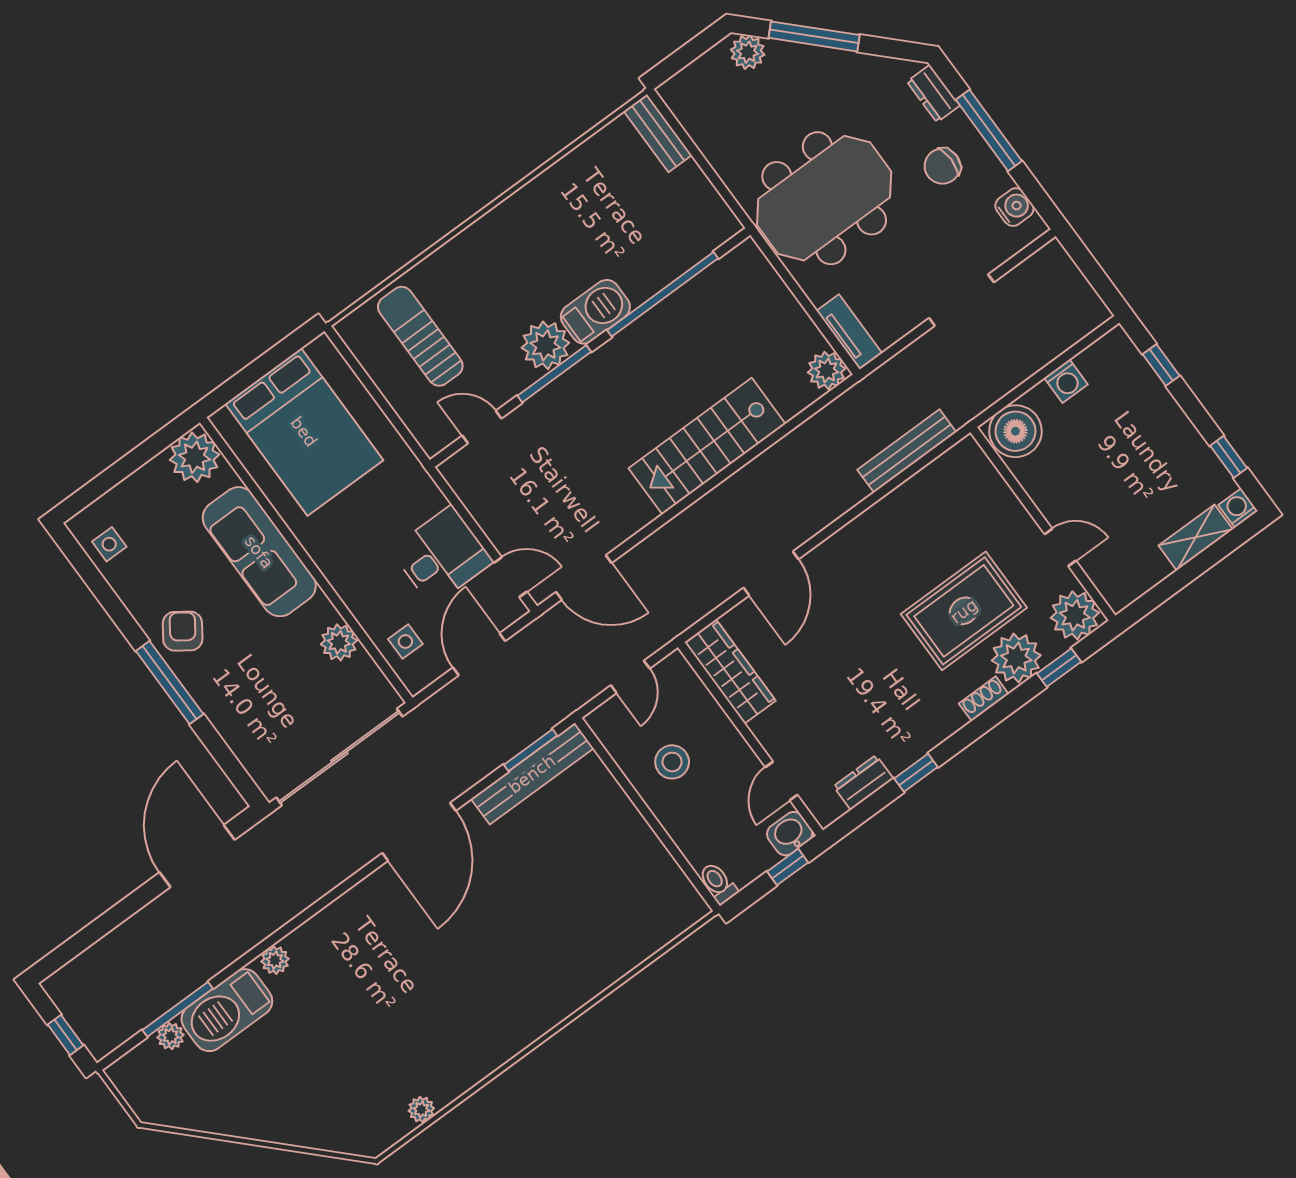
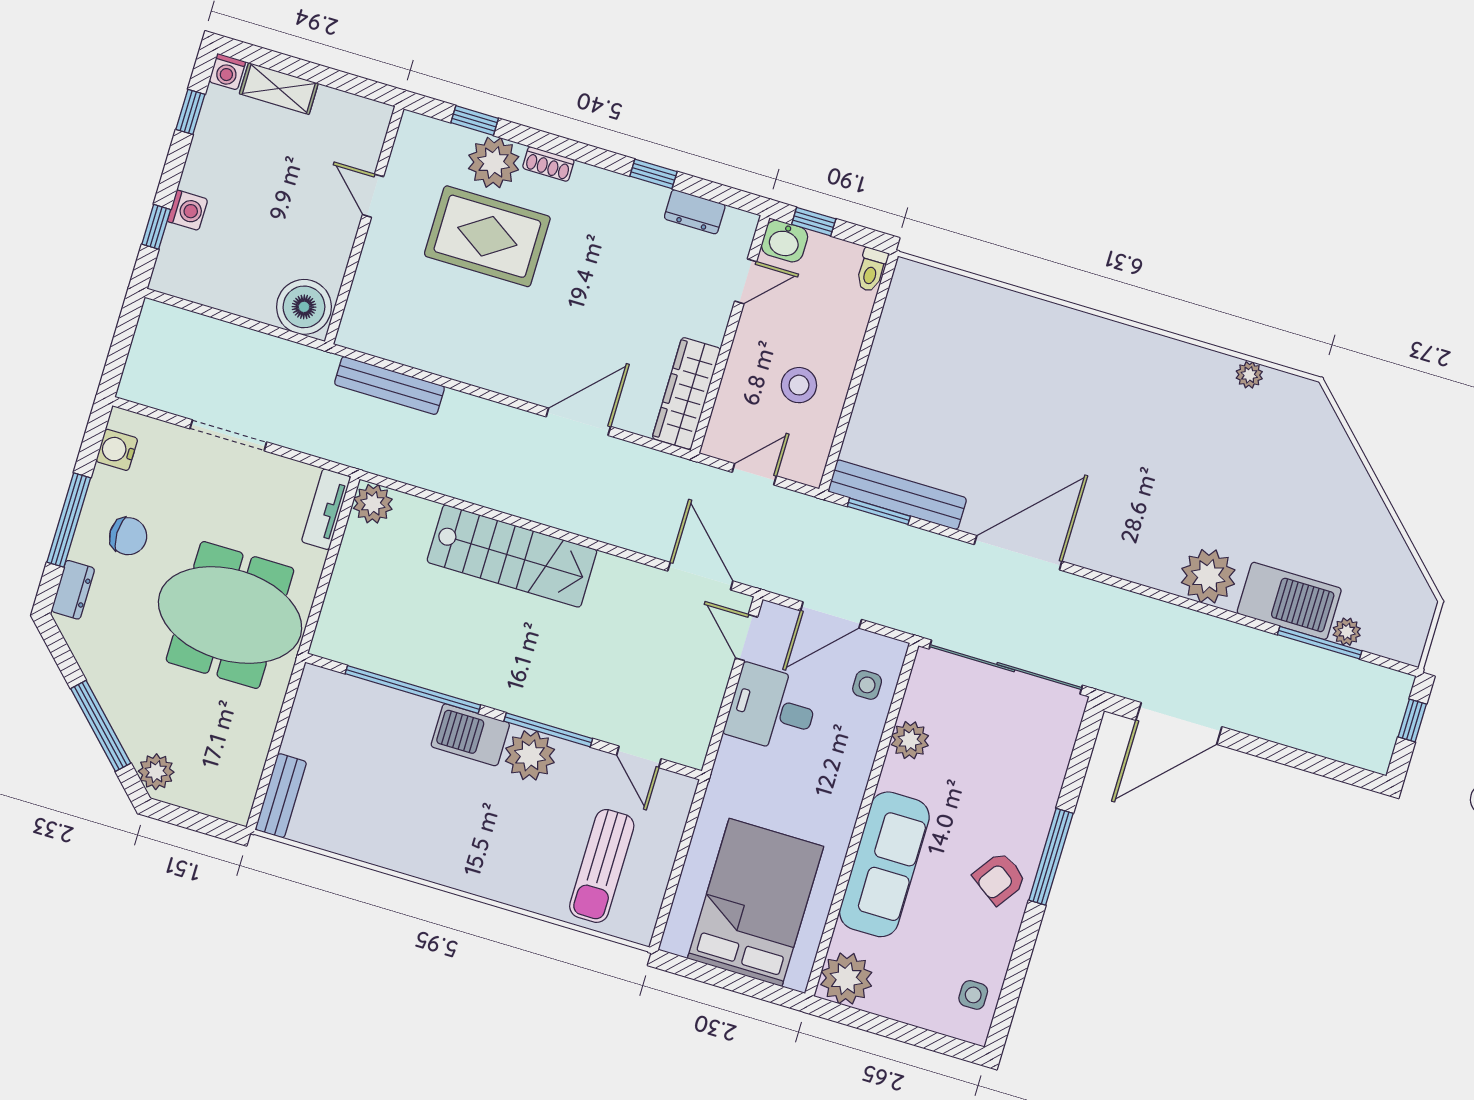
washing machine: (1066, 381) -> (188, 210), moved, turned 90
plant: (1075, 615) -> (421, 140), removed
plant: (275, 960) -> (1208, 576), width x1.88, depth x1.88

